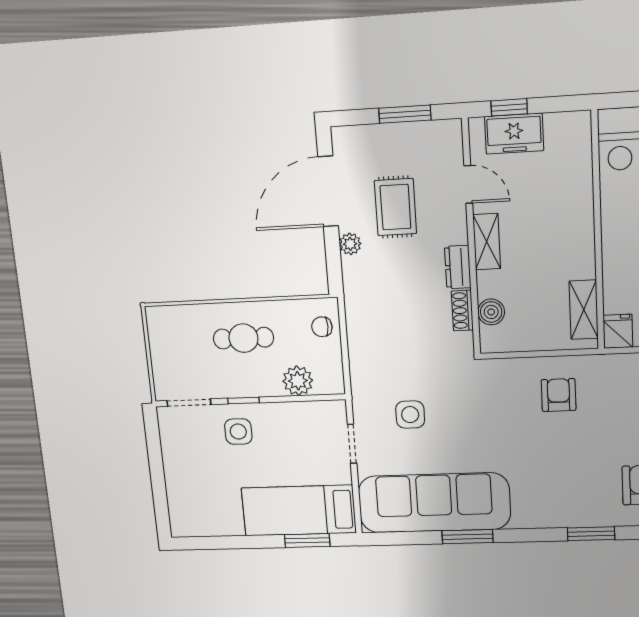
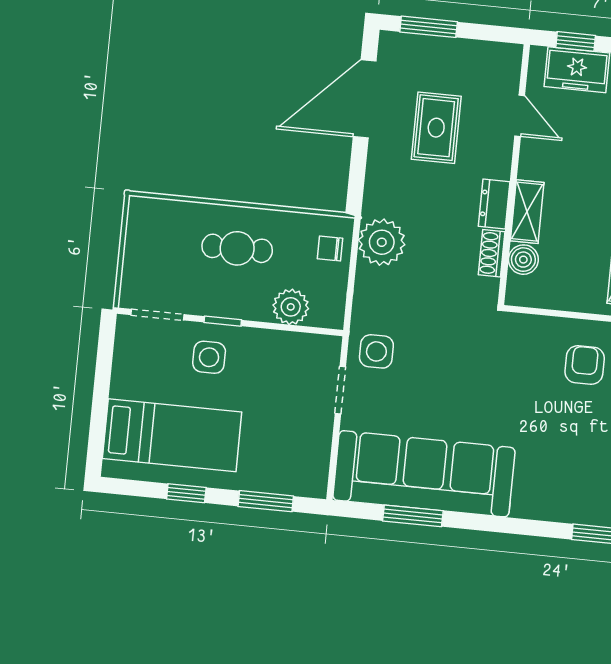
window: (405, 114) -> (429, 27), moved
shelving: (487, 242) -> (527, 212), moved
plant: (350, 244) -> (382, 242), moved, width x1.87, depth x1.87
side table: (410, 415) -> (376, 351), moved
bed: (299, 510) -> (172, 435), moved, turned 180
window: (468, 537) -> (413, 516), moved
window: (242, 542) -> (186, 493), added

